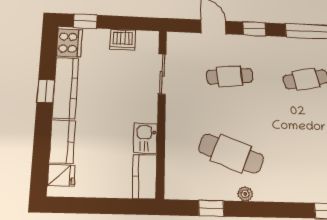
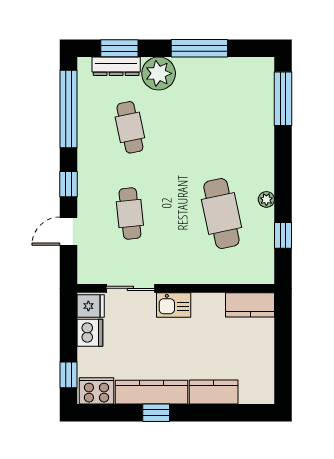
kitchen sink: (145, 138) -> (174, 305), moved
cafe table: (231, 153) -> (221, 214), turned -33
fridge: (61, 175) -> (91, 306), moved, turned 90

